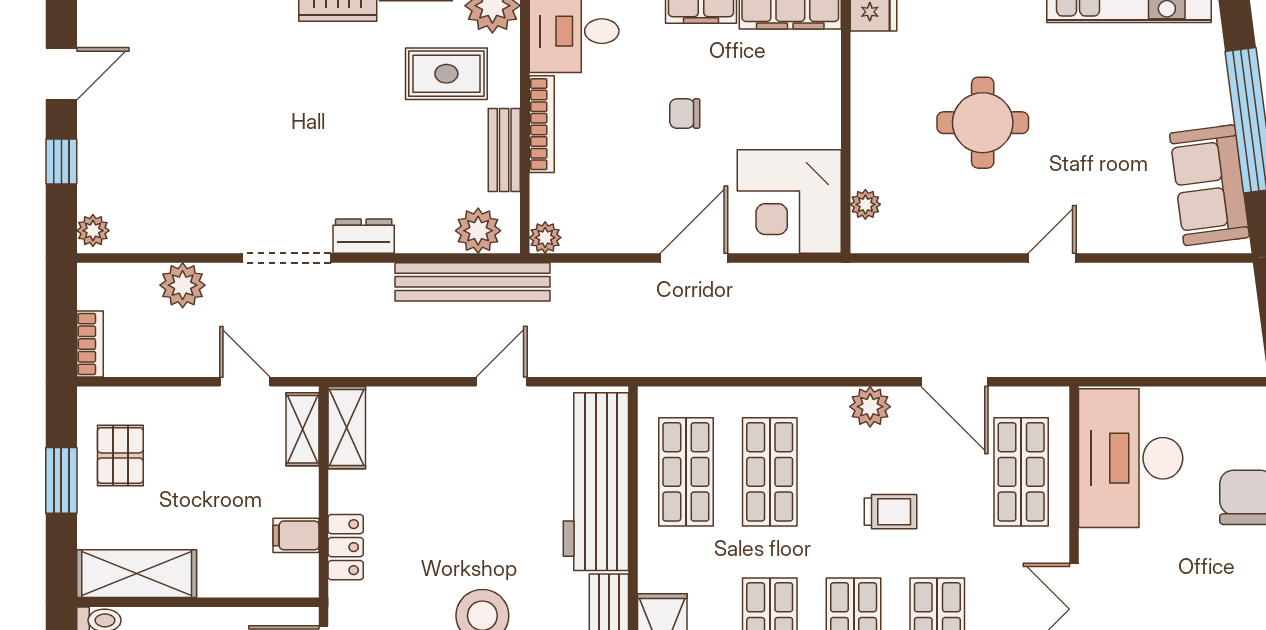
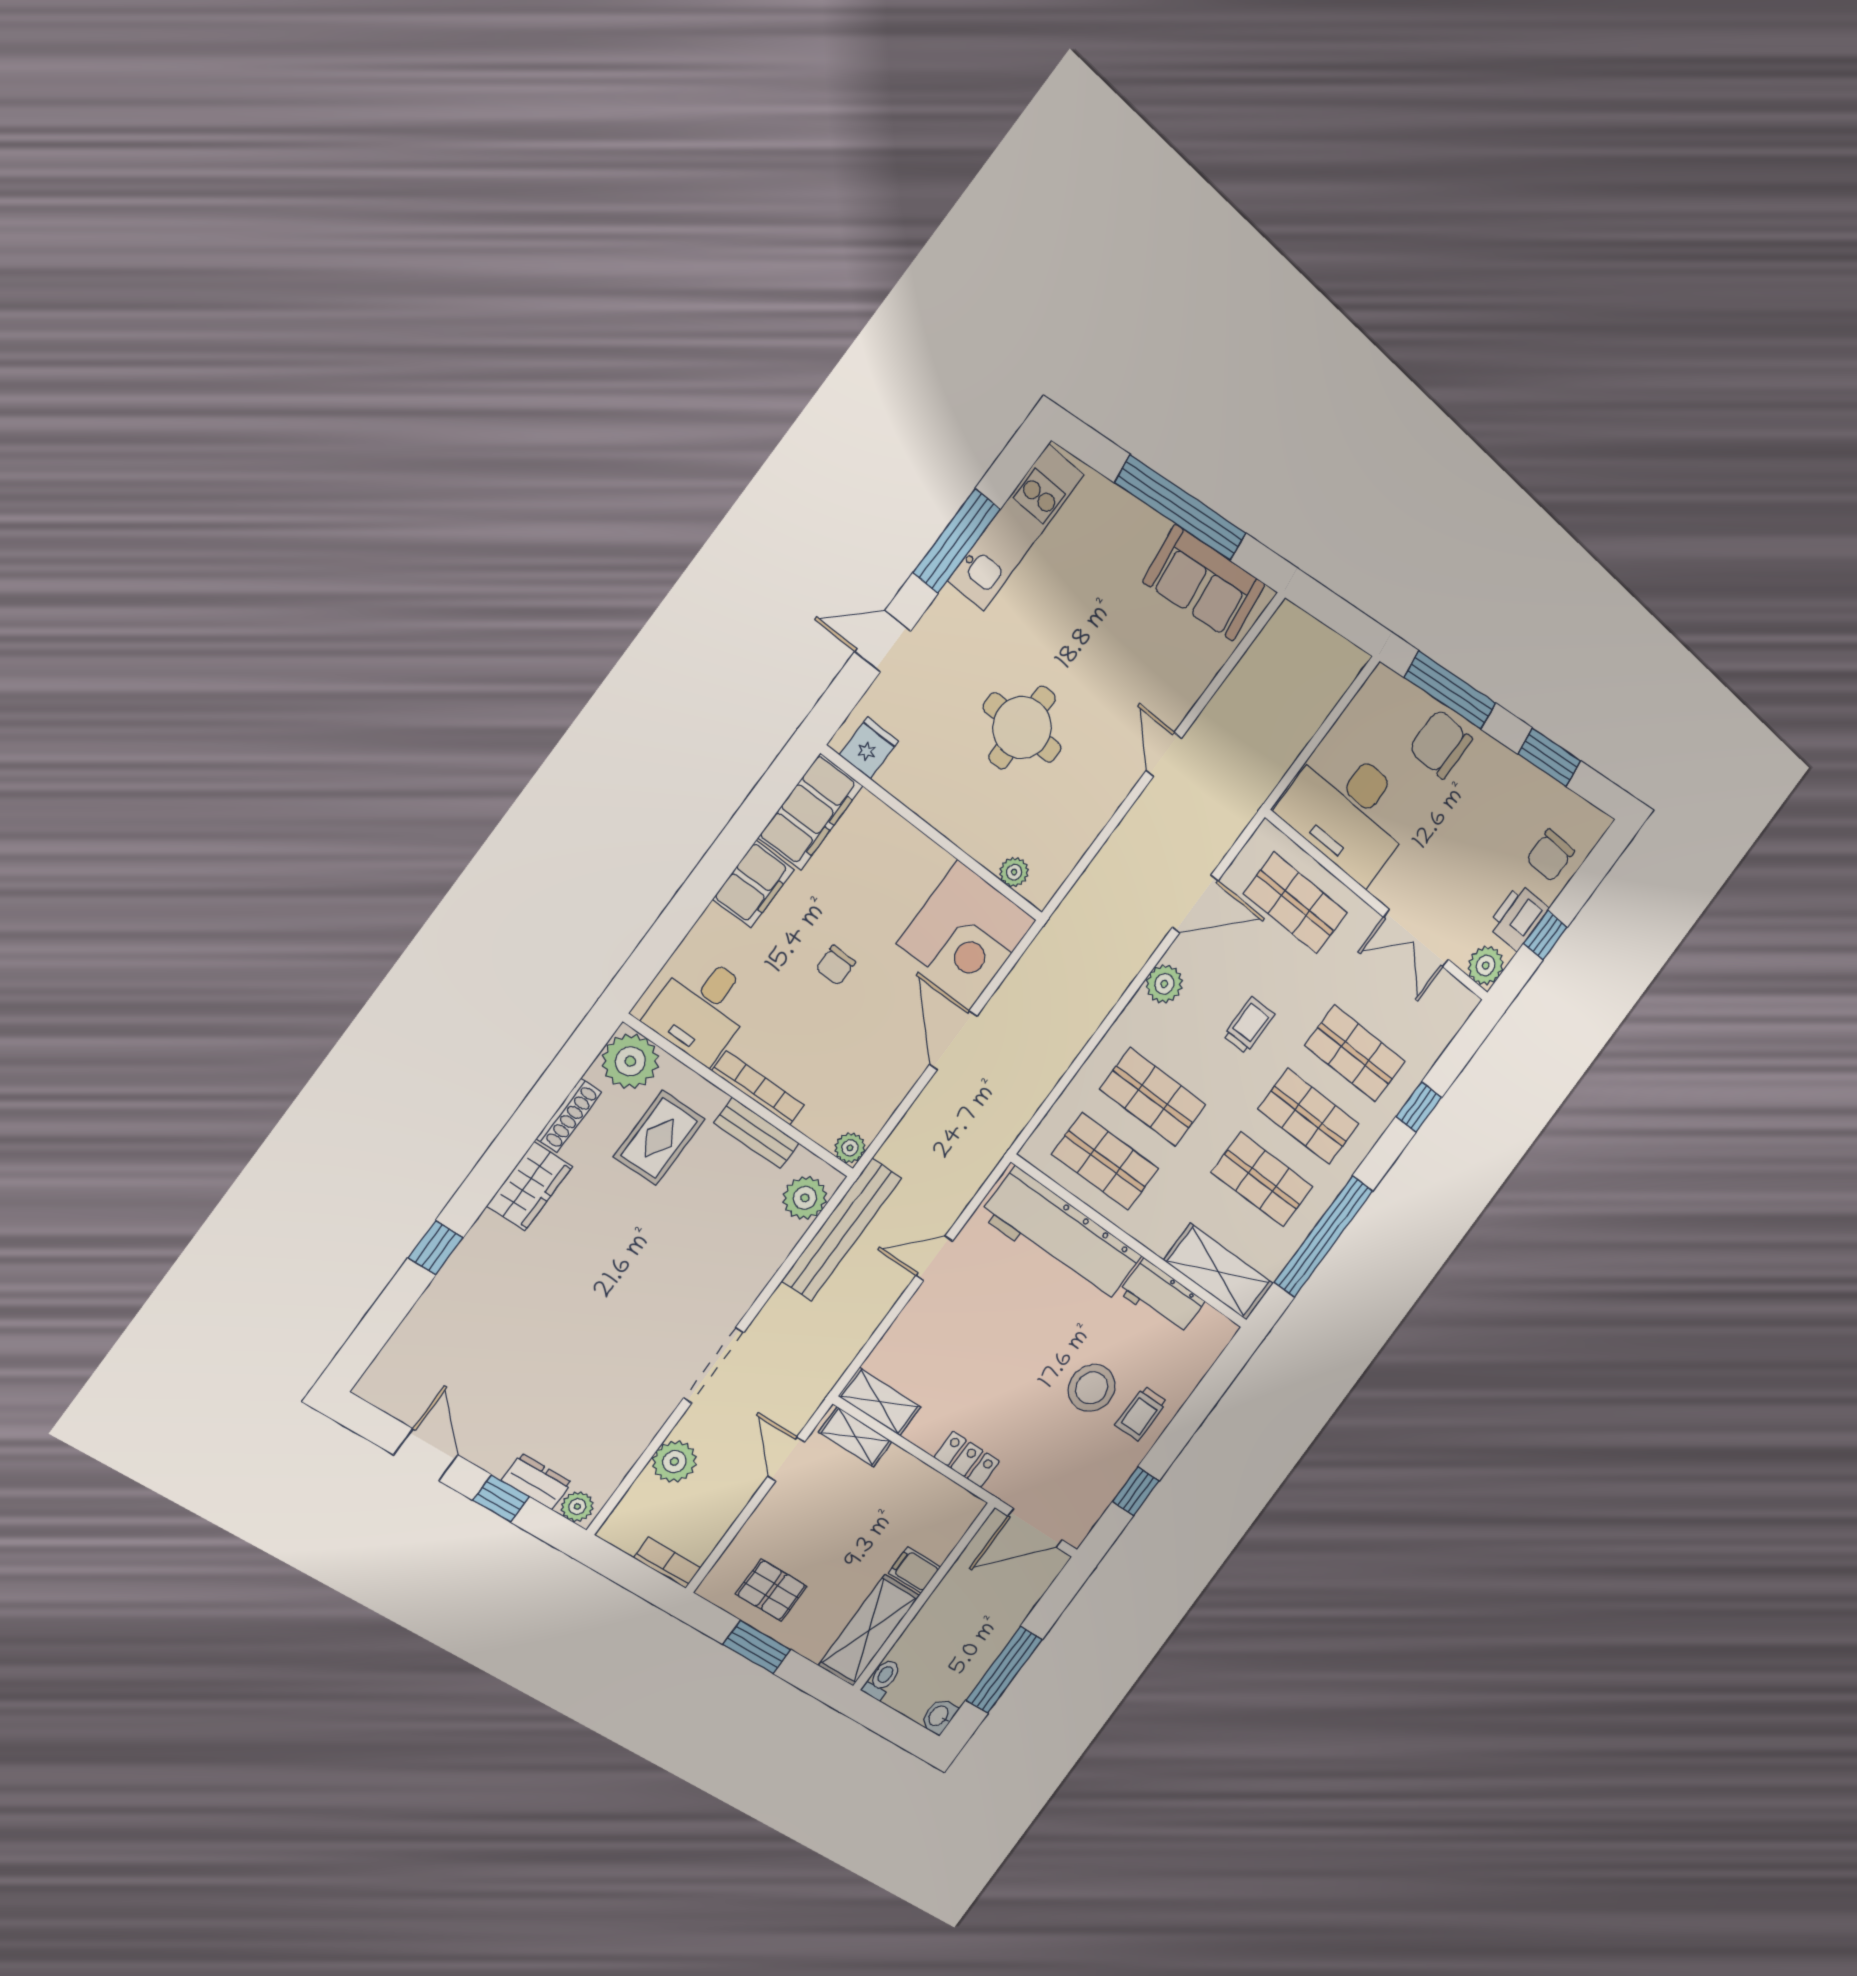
dresser: (364, 236) -> (537, 1481), moved, turned 90
door: (245, 382) -> (786, 1459), hinge flipped
door: (502, 382) -> (934, 1258), hinge flipped
filing cabinet: (296, 535) -> (914, 1570), moved, turned 90

